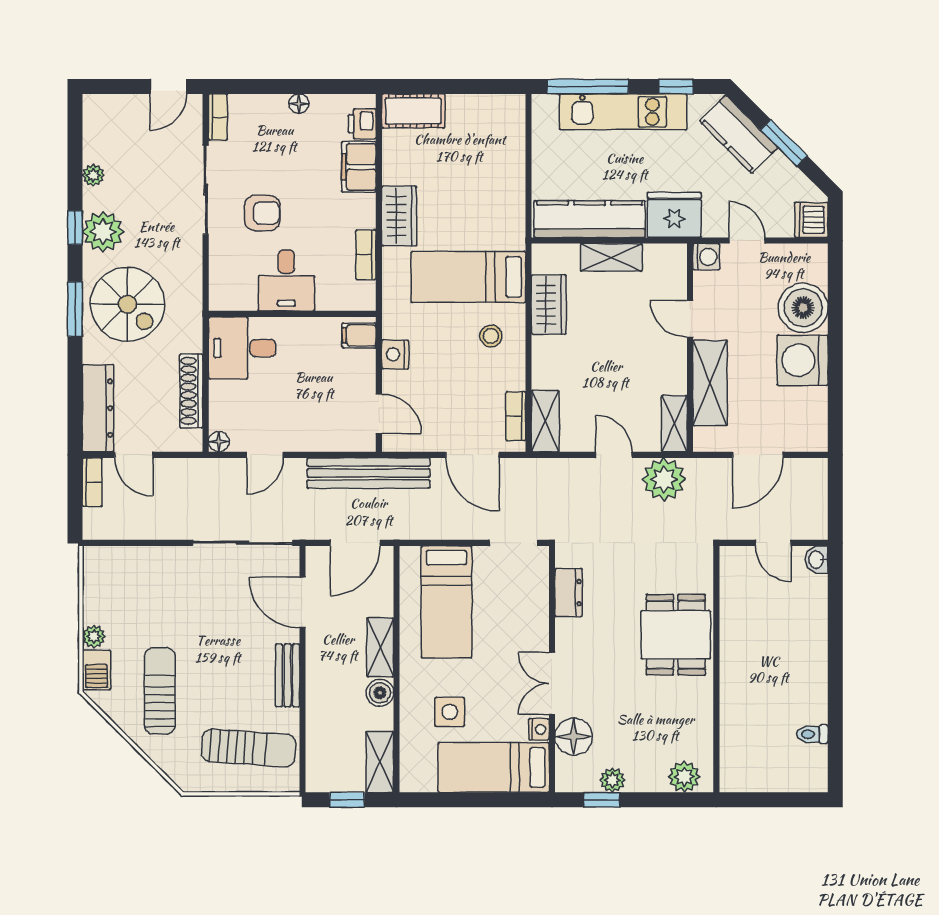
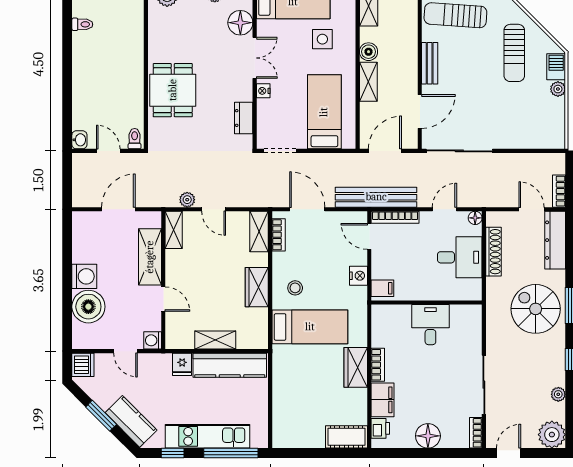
floor lamp: (299, 104) -> (428, 436), width x1.89, depth x1.89
armchair: (262, 213) -> (446, 369), removed
fridge: (674, 215) -> (182, 364), width x0.53, depth x0.75
plant: (103, 232) -> (552, 435), moved
bookcase: (366, 255) -> (378, 365), moved
wardrobe: (549, 305) -> (257, 287), moved
desk: (242, 348) -> (460, 257), moved
washing machine: (803, 360) -> (84, 276), width x0.73, depth x0.73
bookcase: (340, 443) -> (395, 217), added
plant: (664, 479) -> (187, 200), width x0.53, depth x0.53
toilet: (733, 561) -> (135, 139), added
door: (303, 603) -> (420, 111), hinge flipped
nightstand: (539, 729) -> (263, 91), moved

